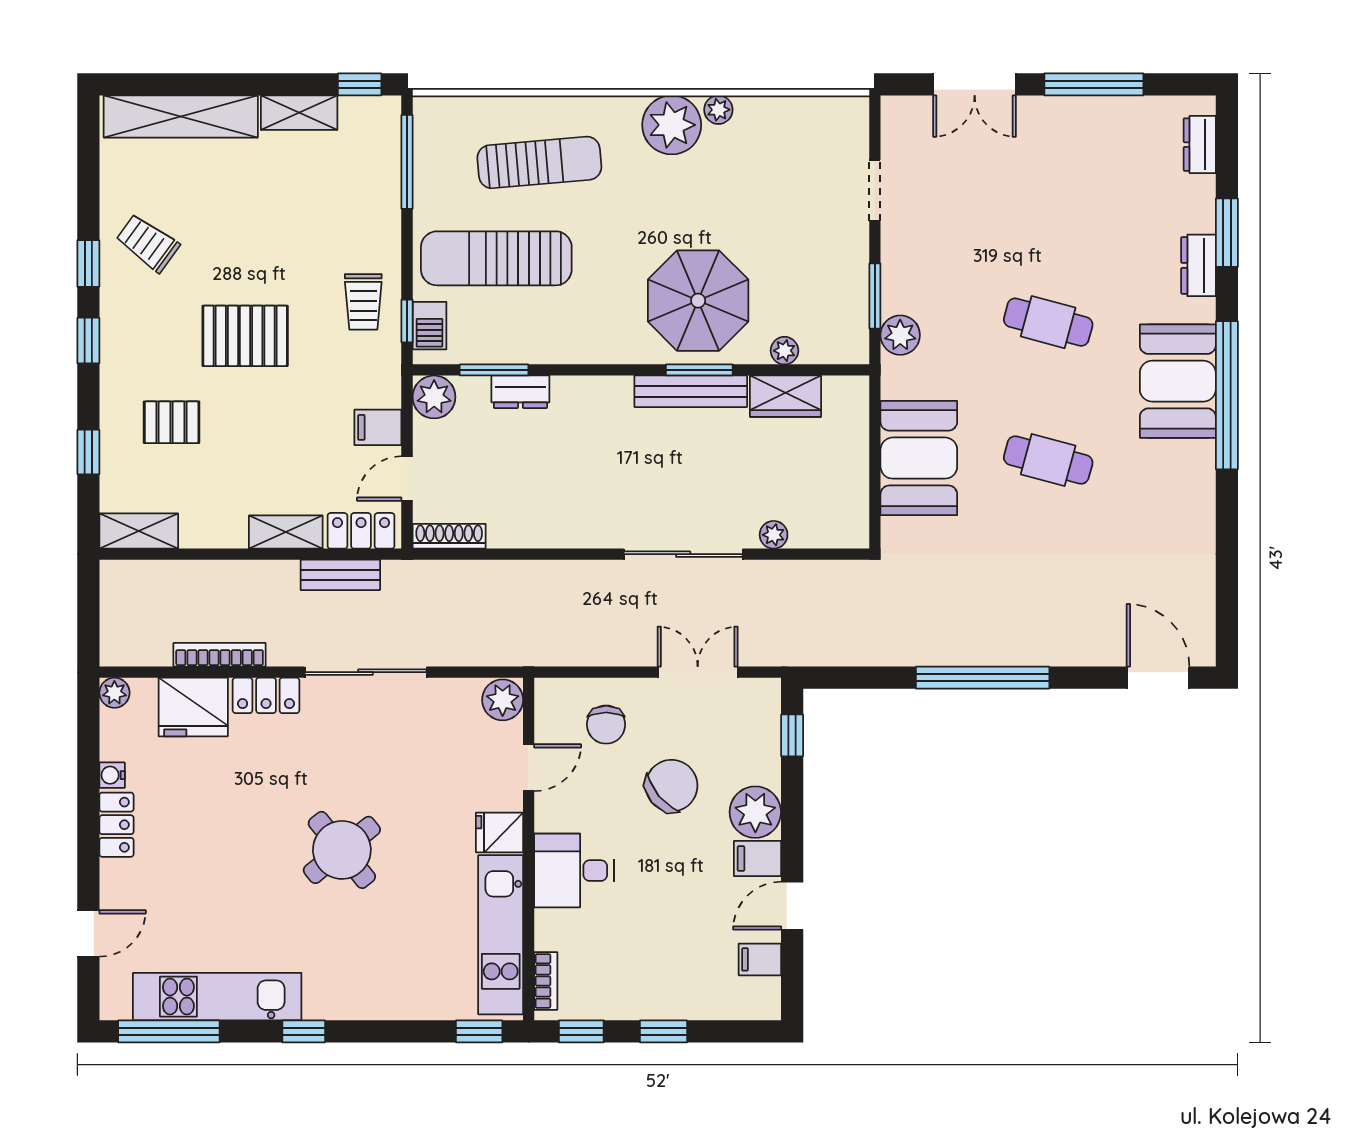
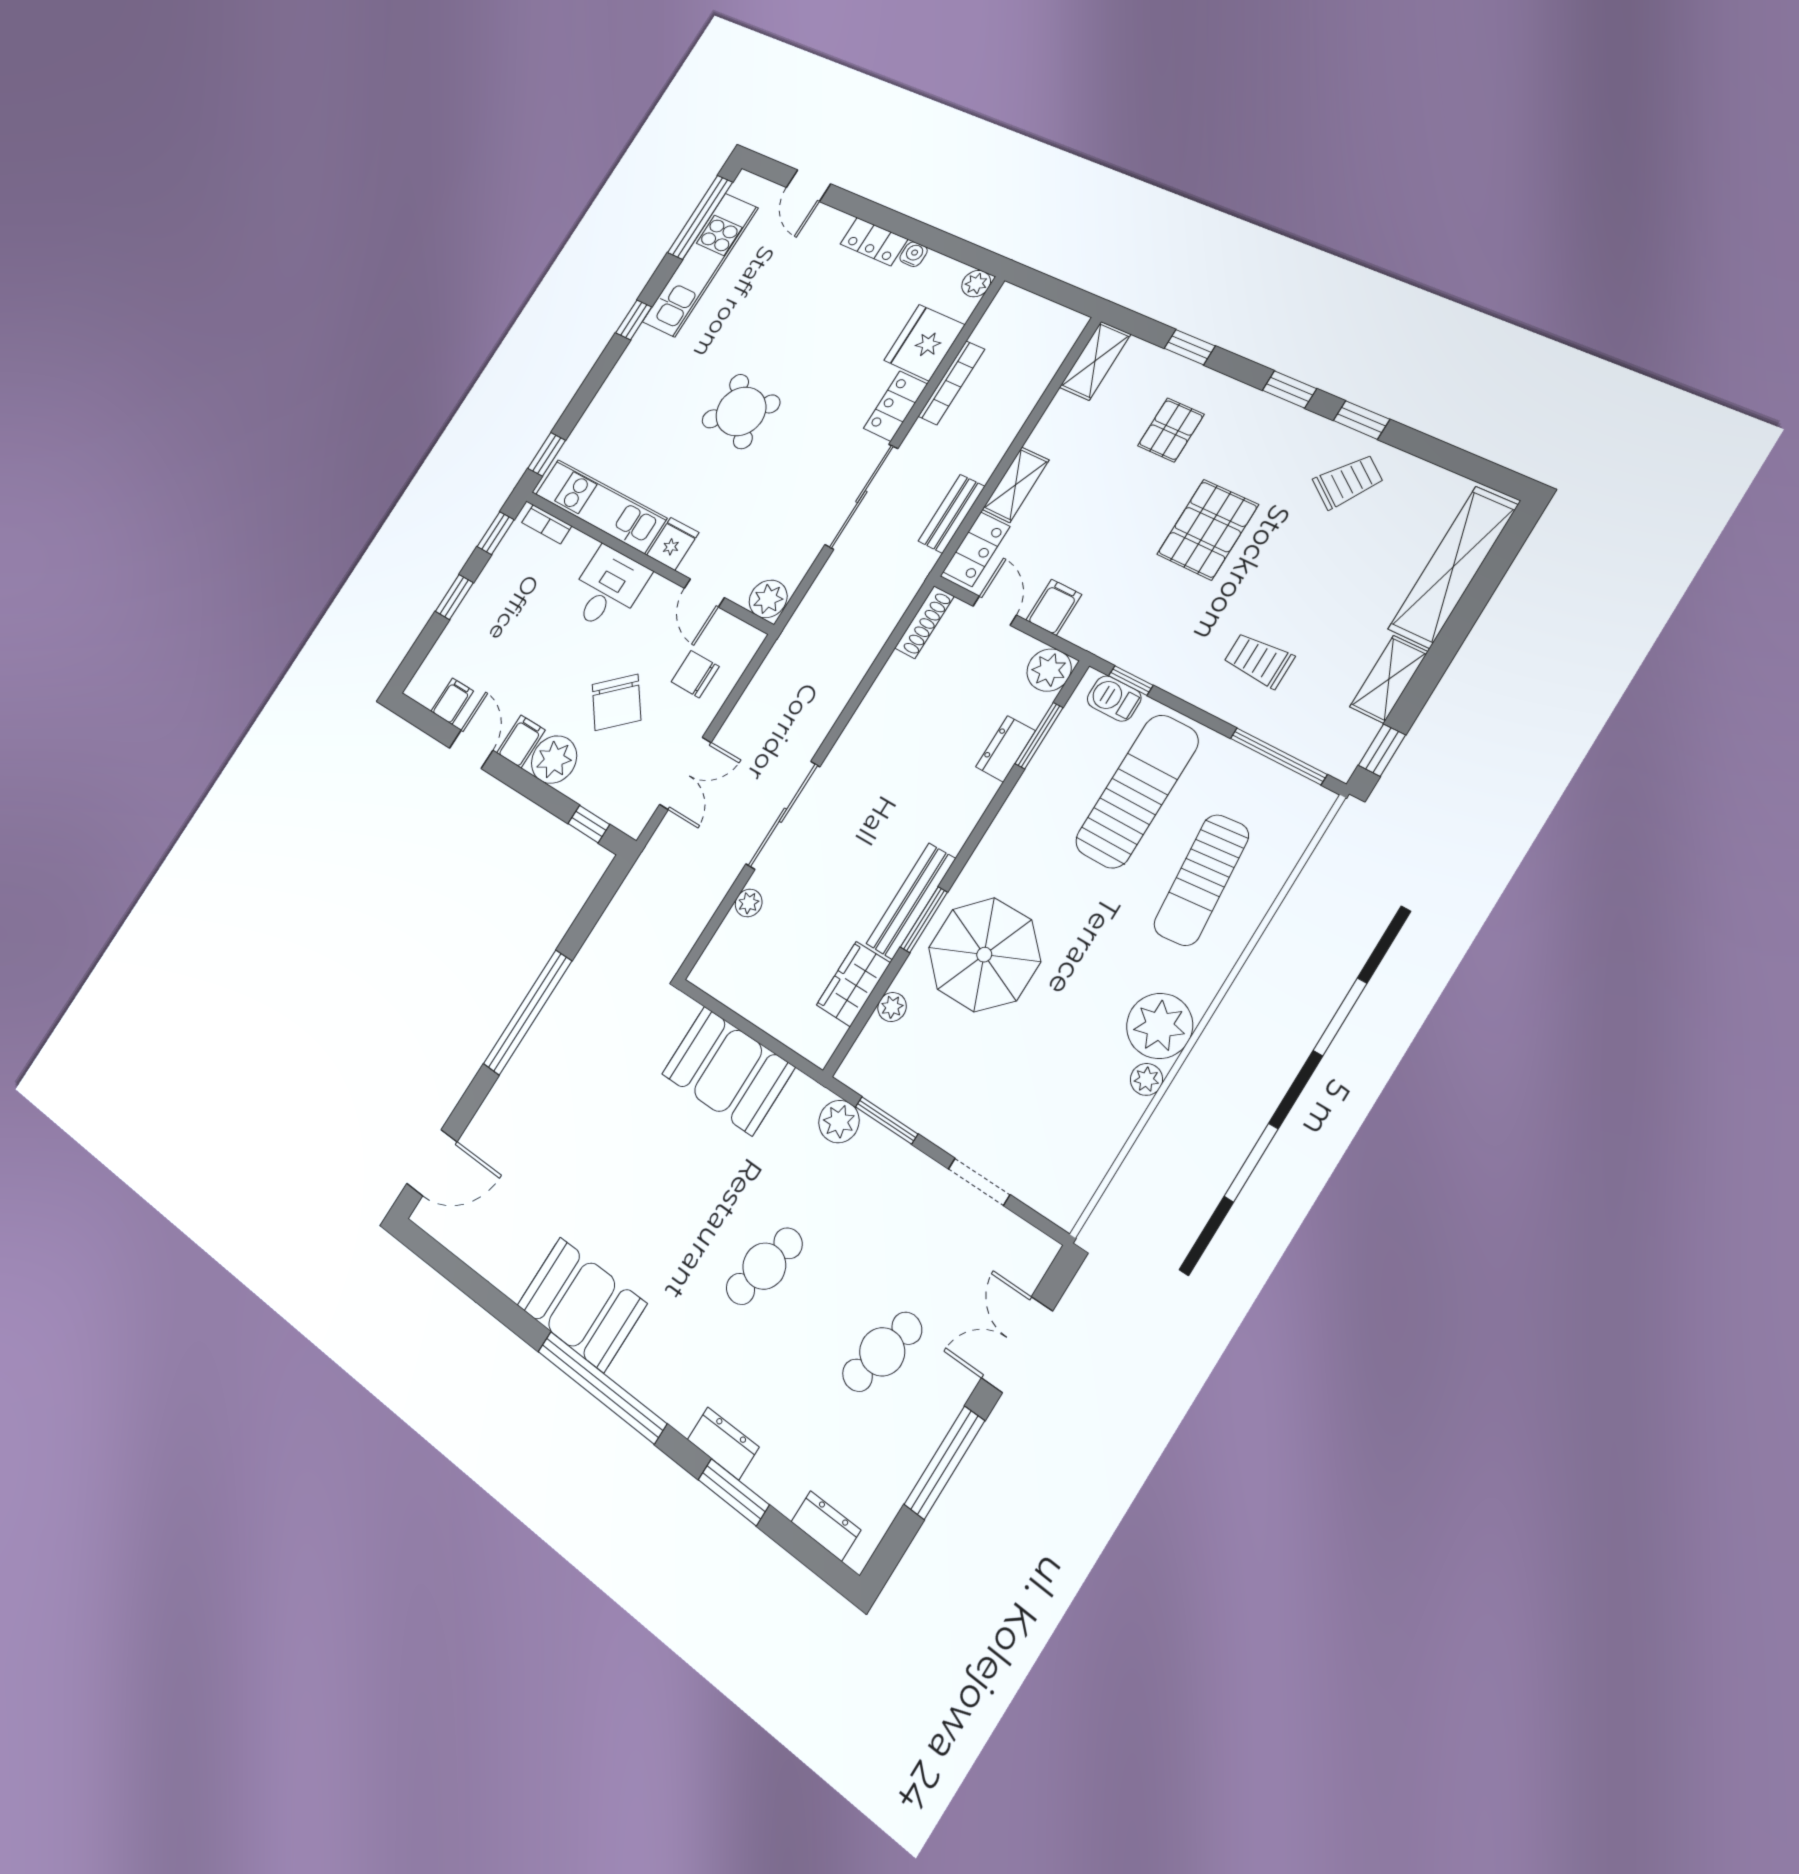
trolley: (363, 302) -> (1259, 660), moved
booth: (1178, 381) -> (582, 1304), moved
cafe table: (1048, 460) -> (882, 1352), moved

